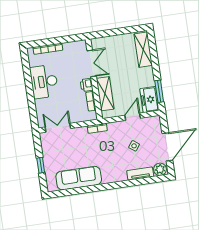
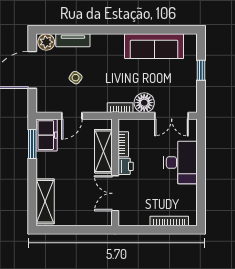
desk: (44, 82) -> (181, 163), moved
floor lamp: (80, 135) -> (144, 103), added

